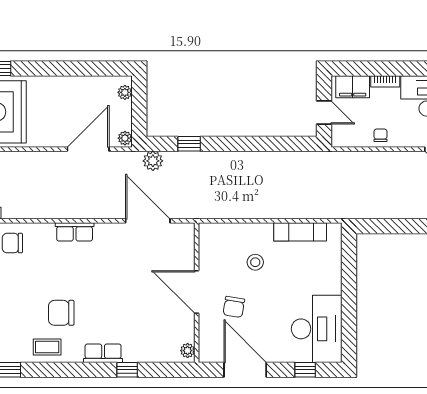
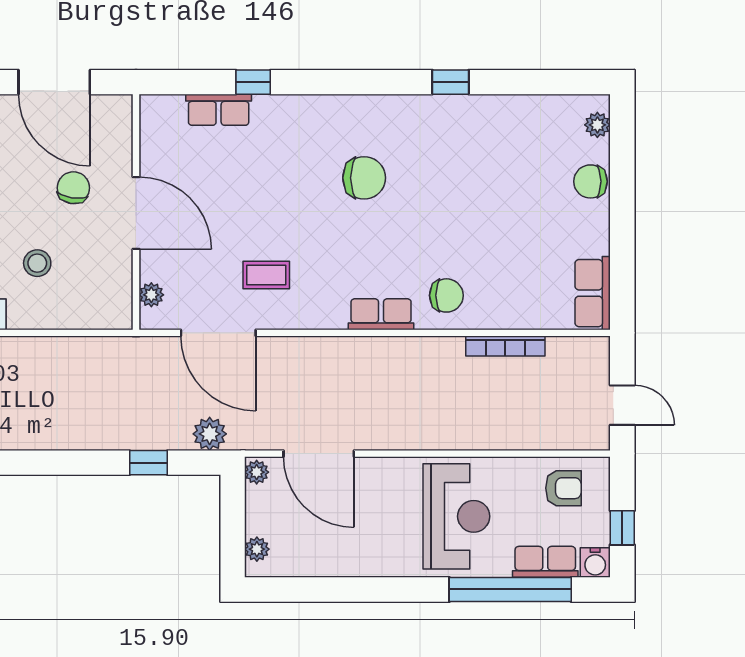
door: (88, 149) -> (319, 454), hinge flipped
row of seats: (75, 232) -> (381, 314), moved
coffee table: (47, 347) -> (266, 275), moved
plant: (188, 351) -> (151, 295), moved
row of seats: (103, 353) -> (219, 110), moved

